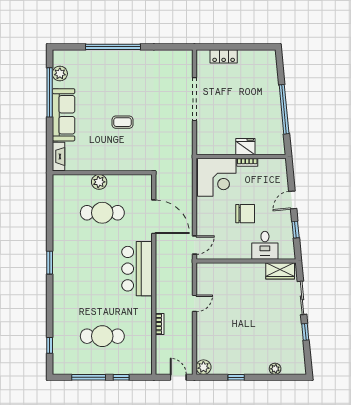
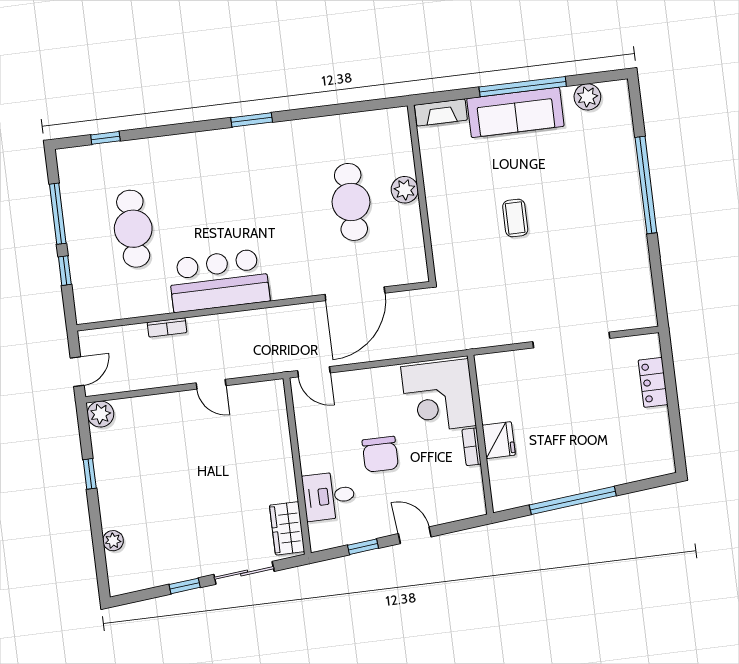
window: (50, 92) -> (523, 87), moved
bar counter: (137, 269) -> (219, 280), moved

